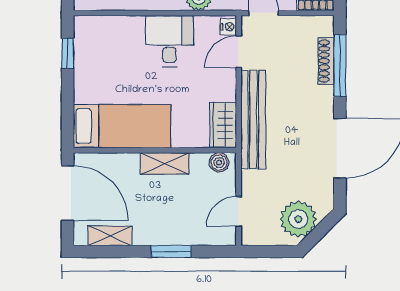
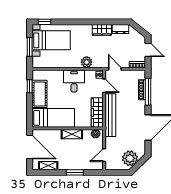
door: (239, 52) -> (104, 86), swing flipped
cot: (90, 71) -> (40, 94), added
wardrobe: (223, 125) -> (97, 113), width x1.50

